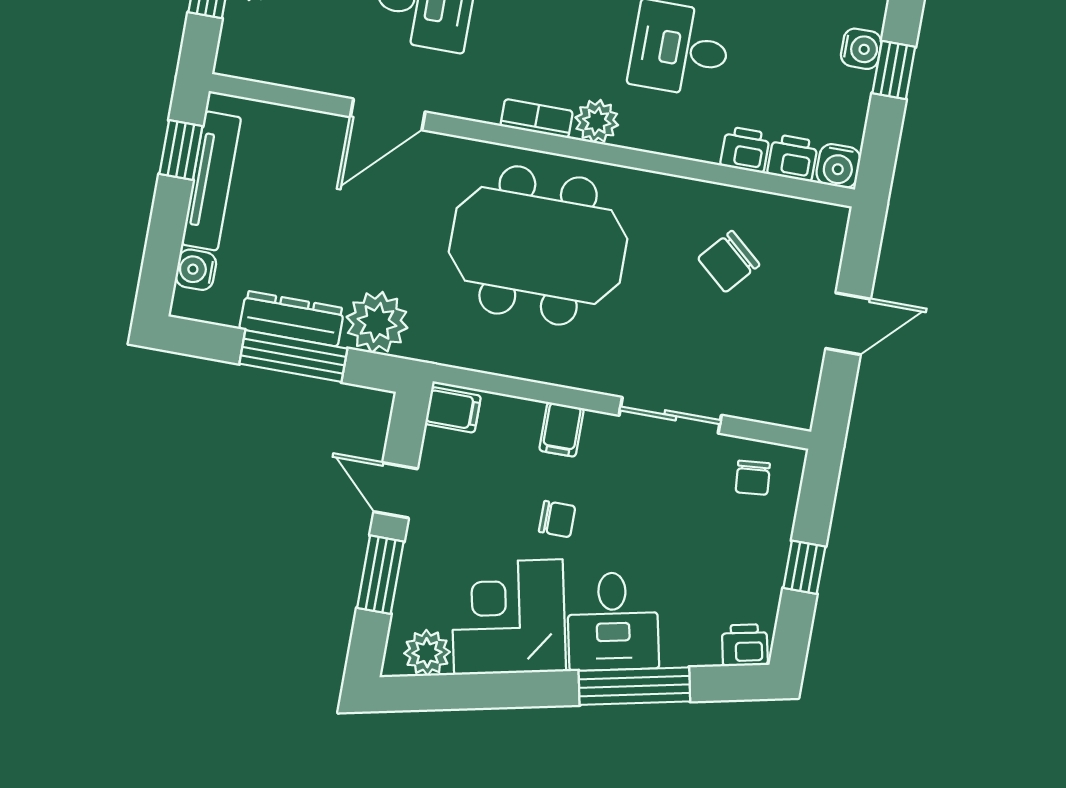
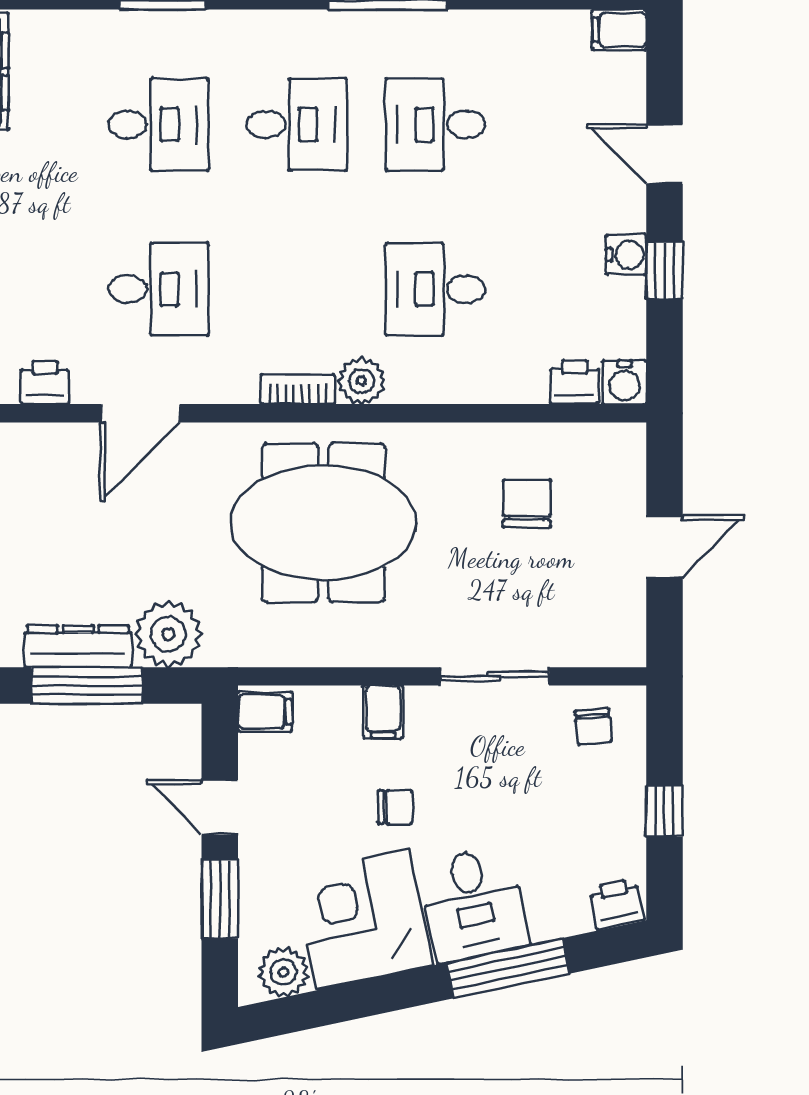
printer: (745, 150) -> (45, 383), moved
chair: (729, 261) -> (527, 503), turned 139

